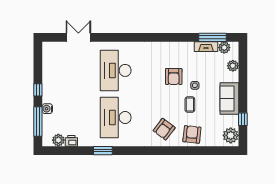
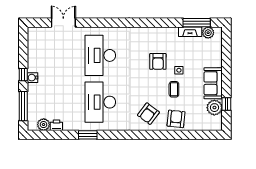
plant: (233, 66) -> (217, 51), removed
water cooler: (47, 109) -> (33, 78), moved
plant: (231, 135) -> (214, 108), moved

